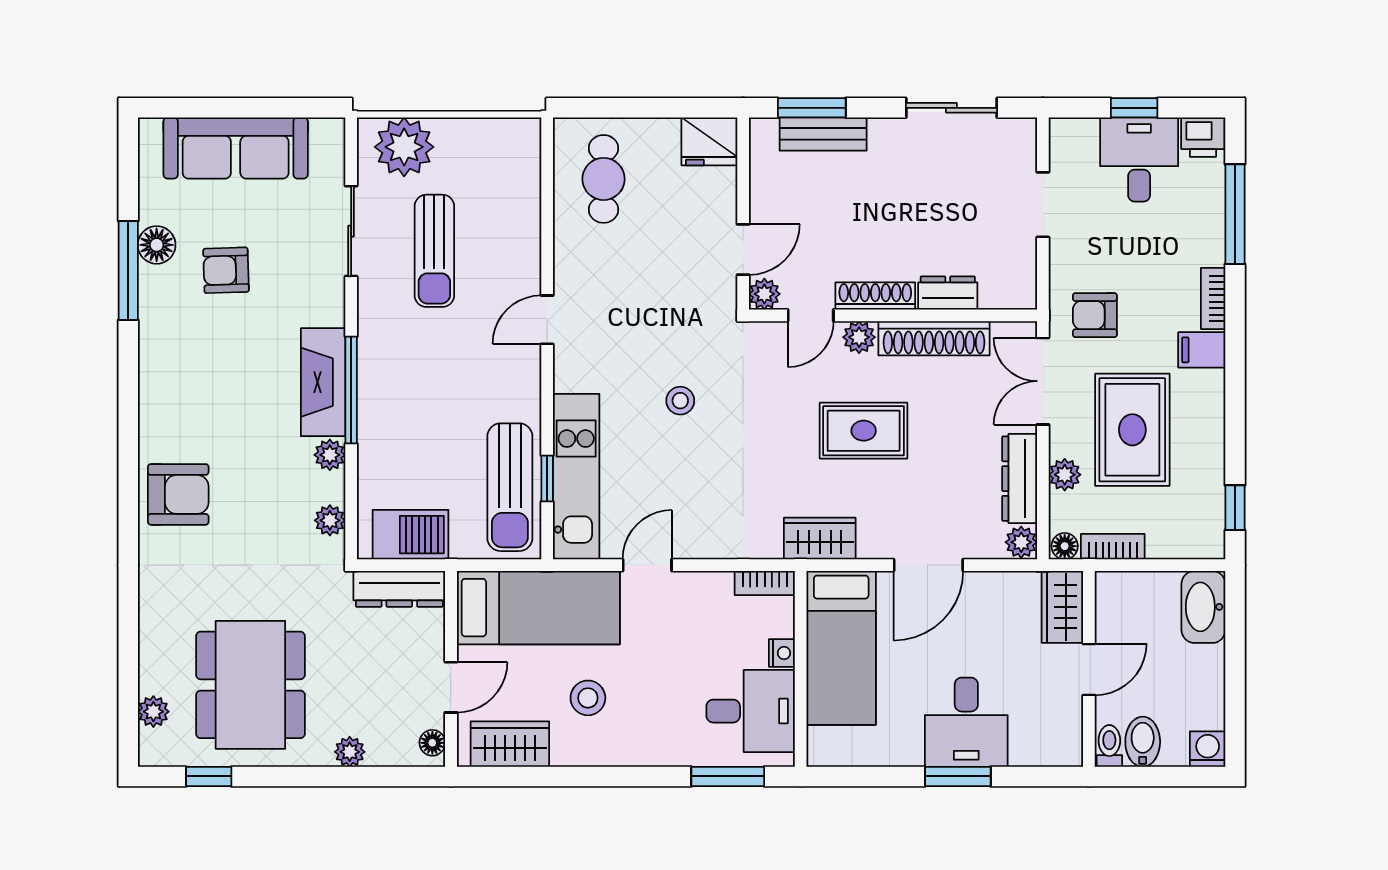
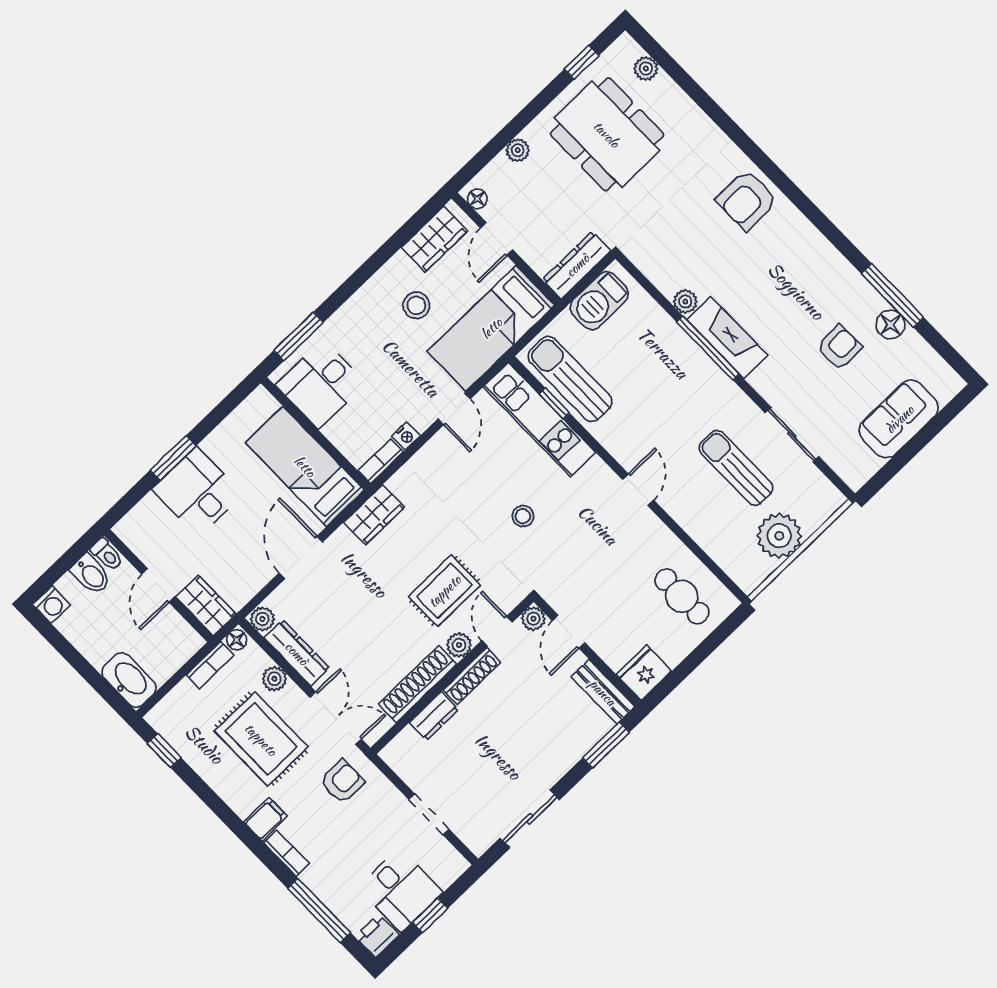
bench: (823, 134) -> (603, 692), moved, turned 90
plant: (404, 147) -> (779, 536), moved
sofa: (236, 148) -> (899, 419), width x0.73
rug: (864, 431) -> (444, 591), moved
plant: (330, 520) -> (651, 266), removed
nightstand: (782, 653) -> (406, 436), moved, turned -90

